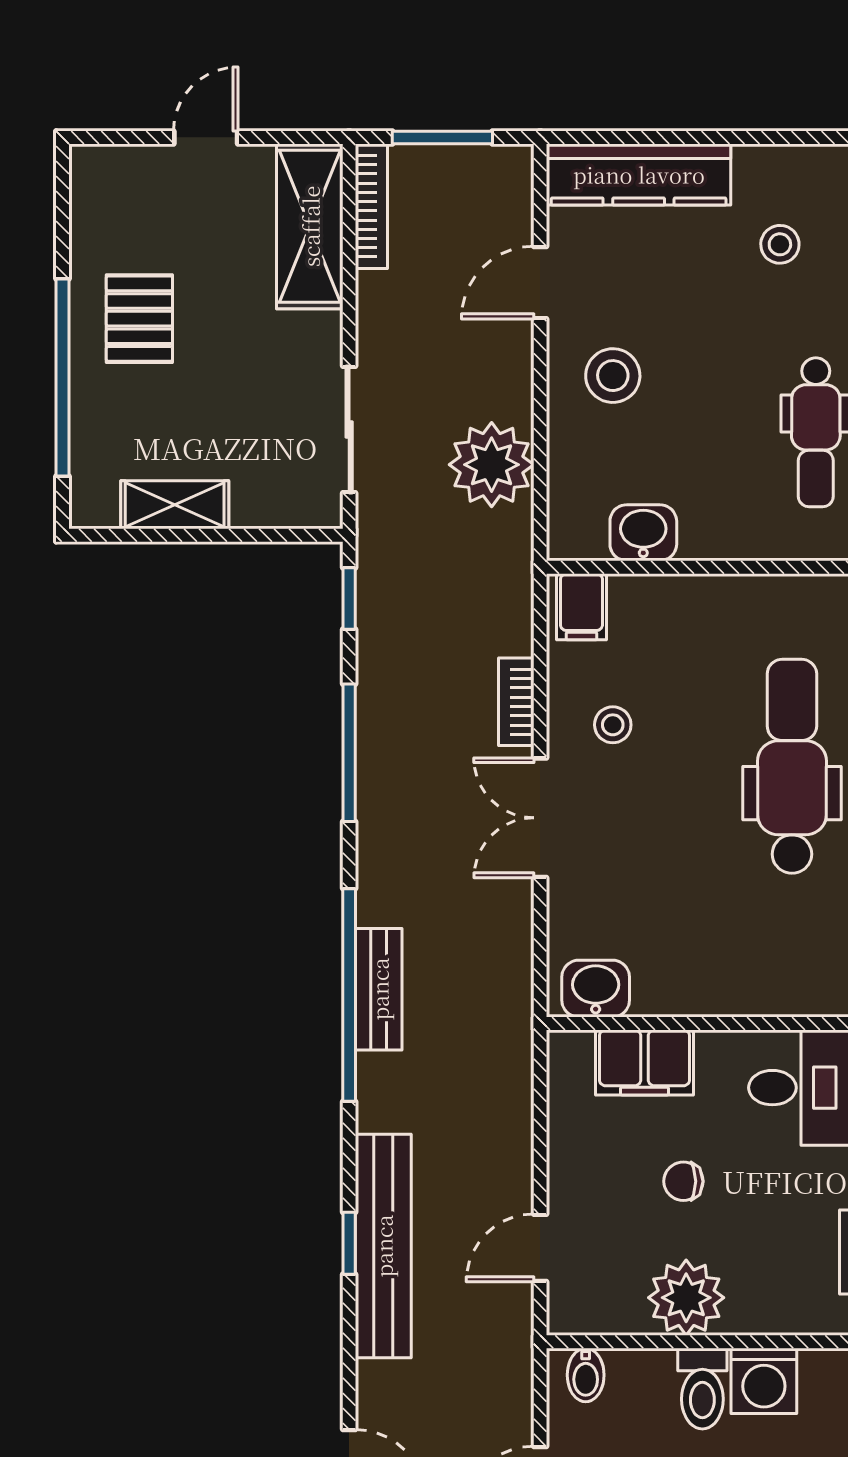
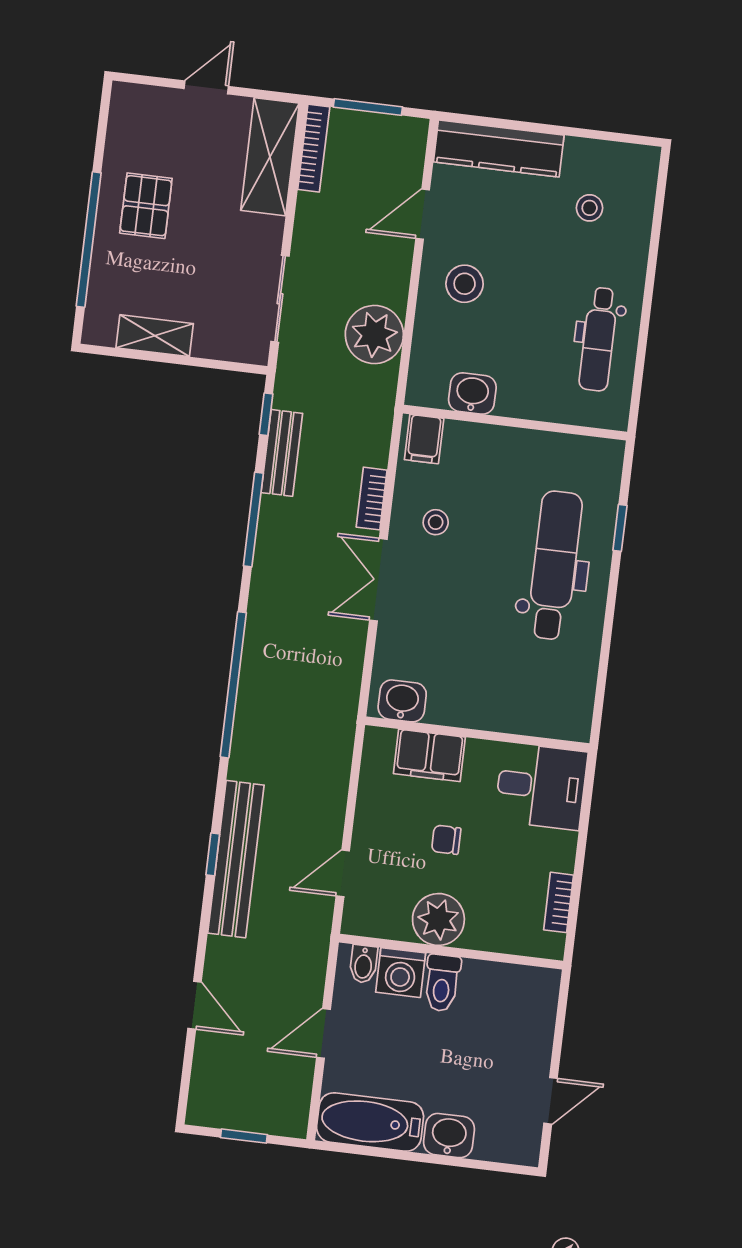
bench: (379, 989) -> (282, 453), moved
washing machine: (764, 1381) -> (401, 973), moved

